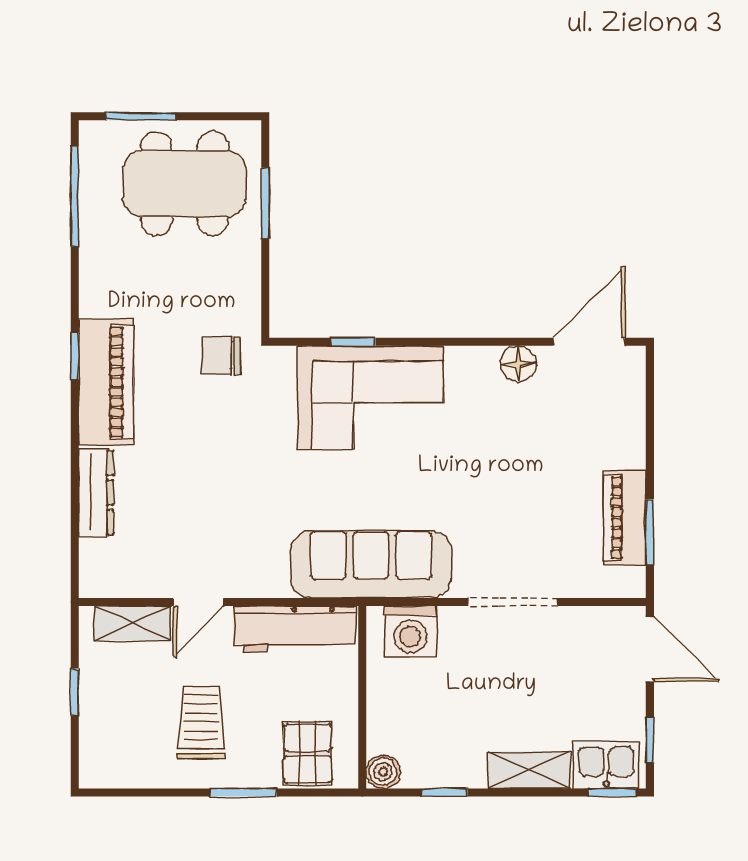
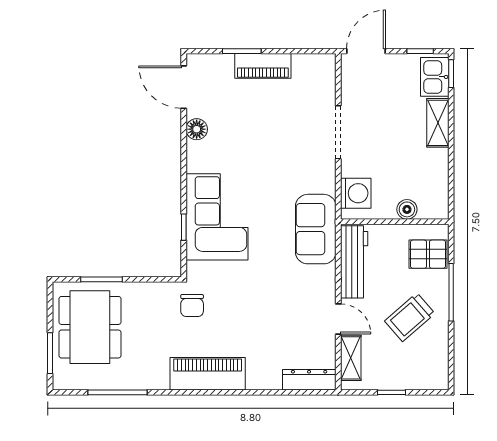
window: (75, 196) -> (118, 392), moved
window: (75, 356) -> (192, 392), removed
dresser: (96, 493) -> (309, 380), moved
piano: (625, 518) -> (263, 66), moved
window: (650, 532) -> (242, 51), moved
sofa: (371, 564) -> (316, 229), width x0.73
trolley: (201, 723) -> (410, 317), turned -41
boiler: (383, 772) -> (407, 209), moved
window: (243, 792) -> (451, 292), width x1.44
window: (444, 792) -> (451, 173), removed

